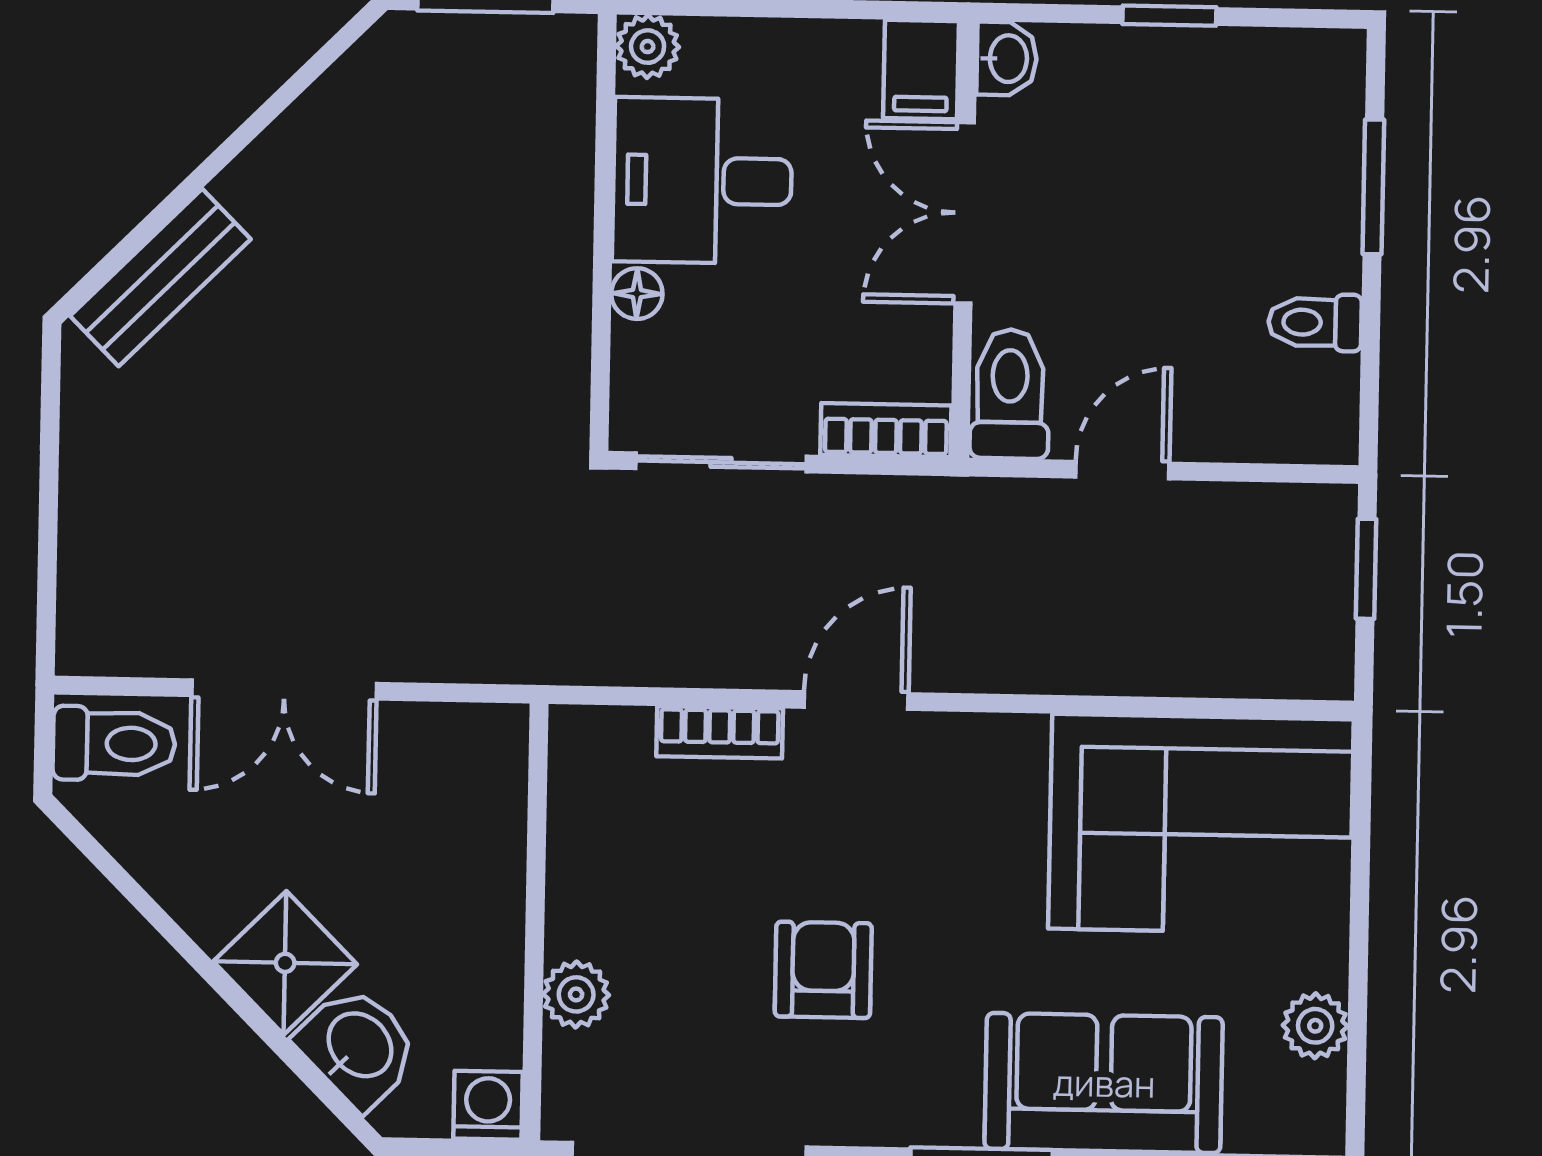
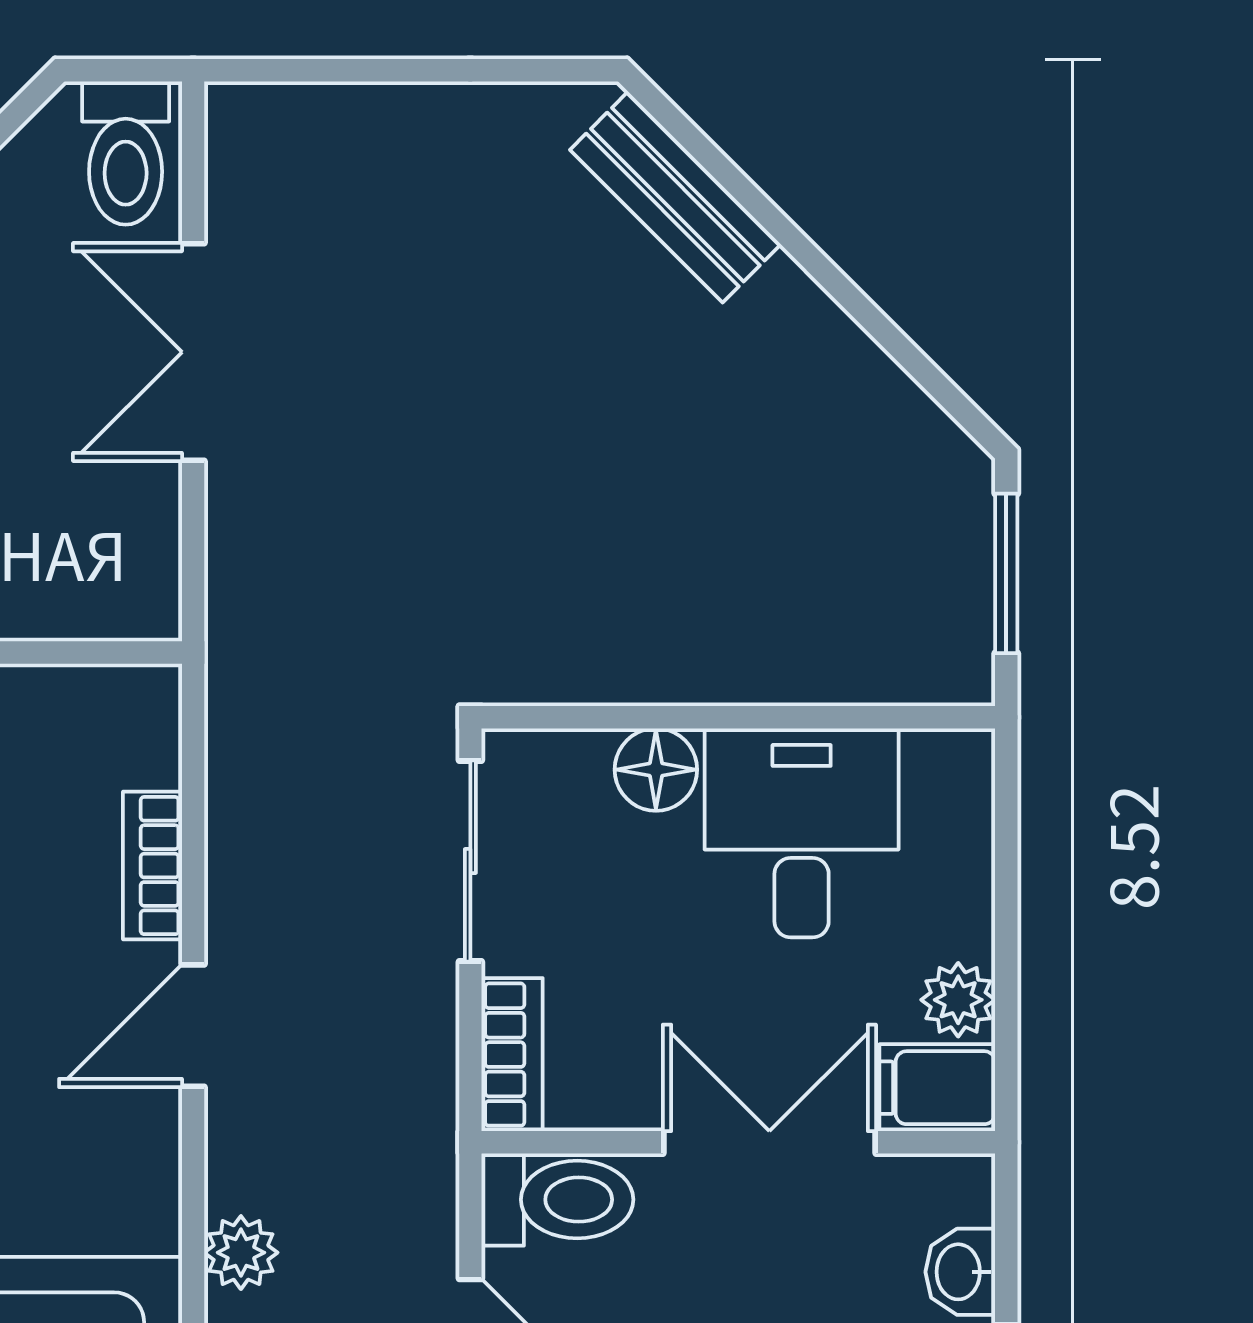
plant: (648, 47) -> (958, 1000), moved
washbasin: (1007, 59) -> (960, 1272), moved, turned 90
floor lamp: (637, 294) -> (656, 770), width x1.37, depth x1.37
plant: (1050, 664) -> (241, 1253), added
door: (856, 700) -> (193, 1026), swing flipped

